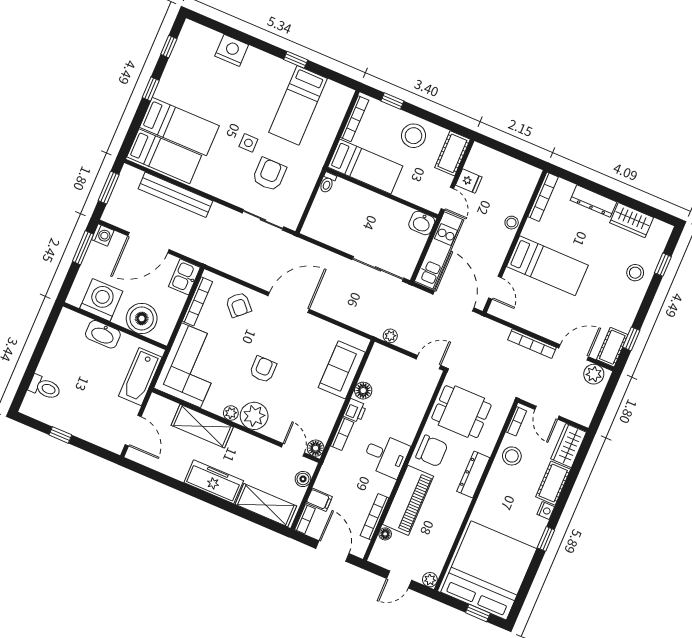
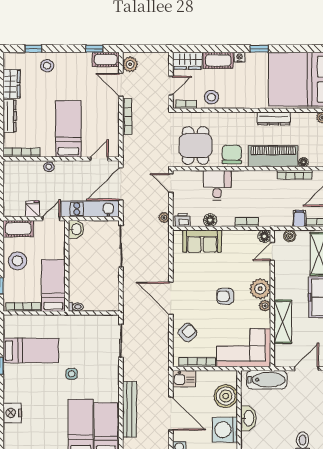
armchair: (269, 174) -> (87, 350), removed
printer: (355, 411) -> (183, 220), moved
desk: (386, 455) -> (217, 185), moved
dresser: (473, 474) -> (274, 118), moved

